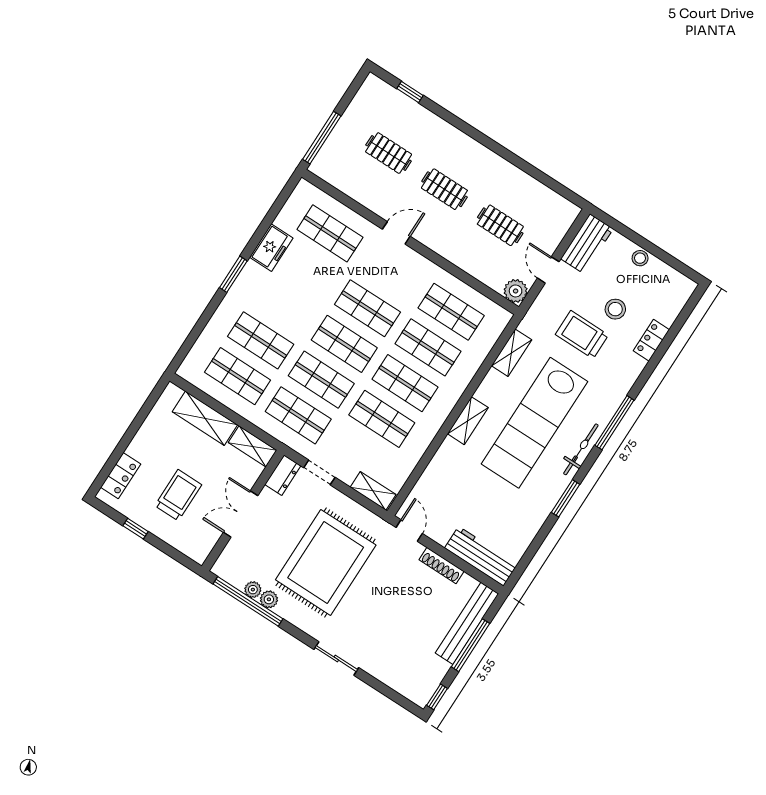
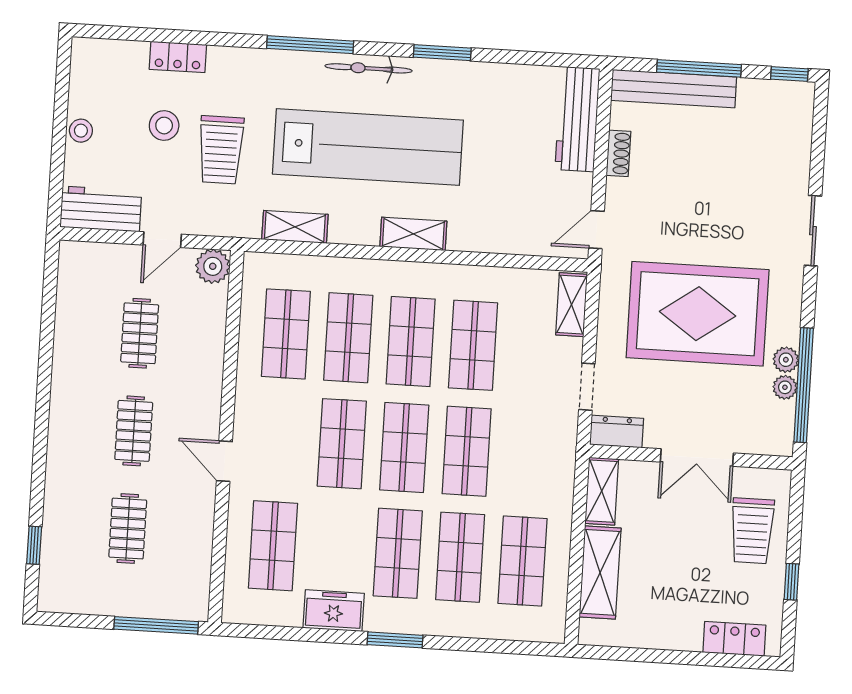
shop shelf: (298, 415) -> (398, 553), moved
trolley: (178, 495) -> (752, 531), moved, turned -90
shoe rack: (442, 565) -> (618, 153), width x0.70

